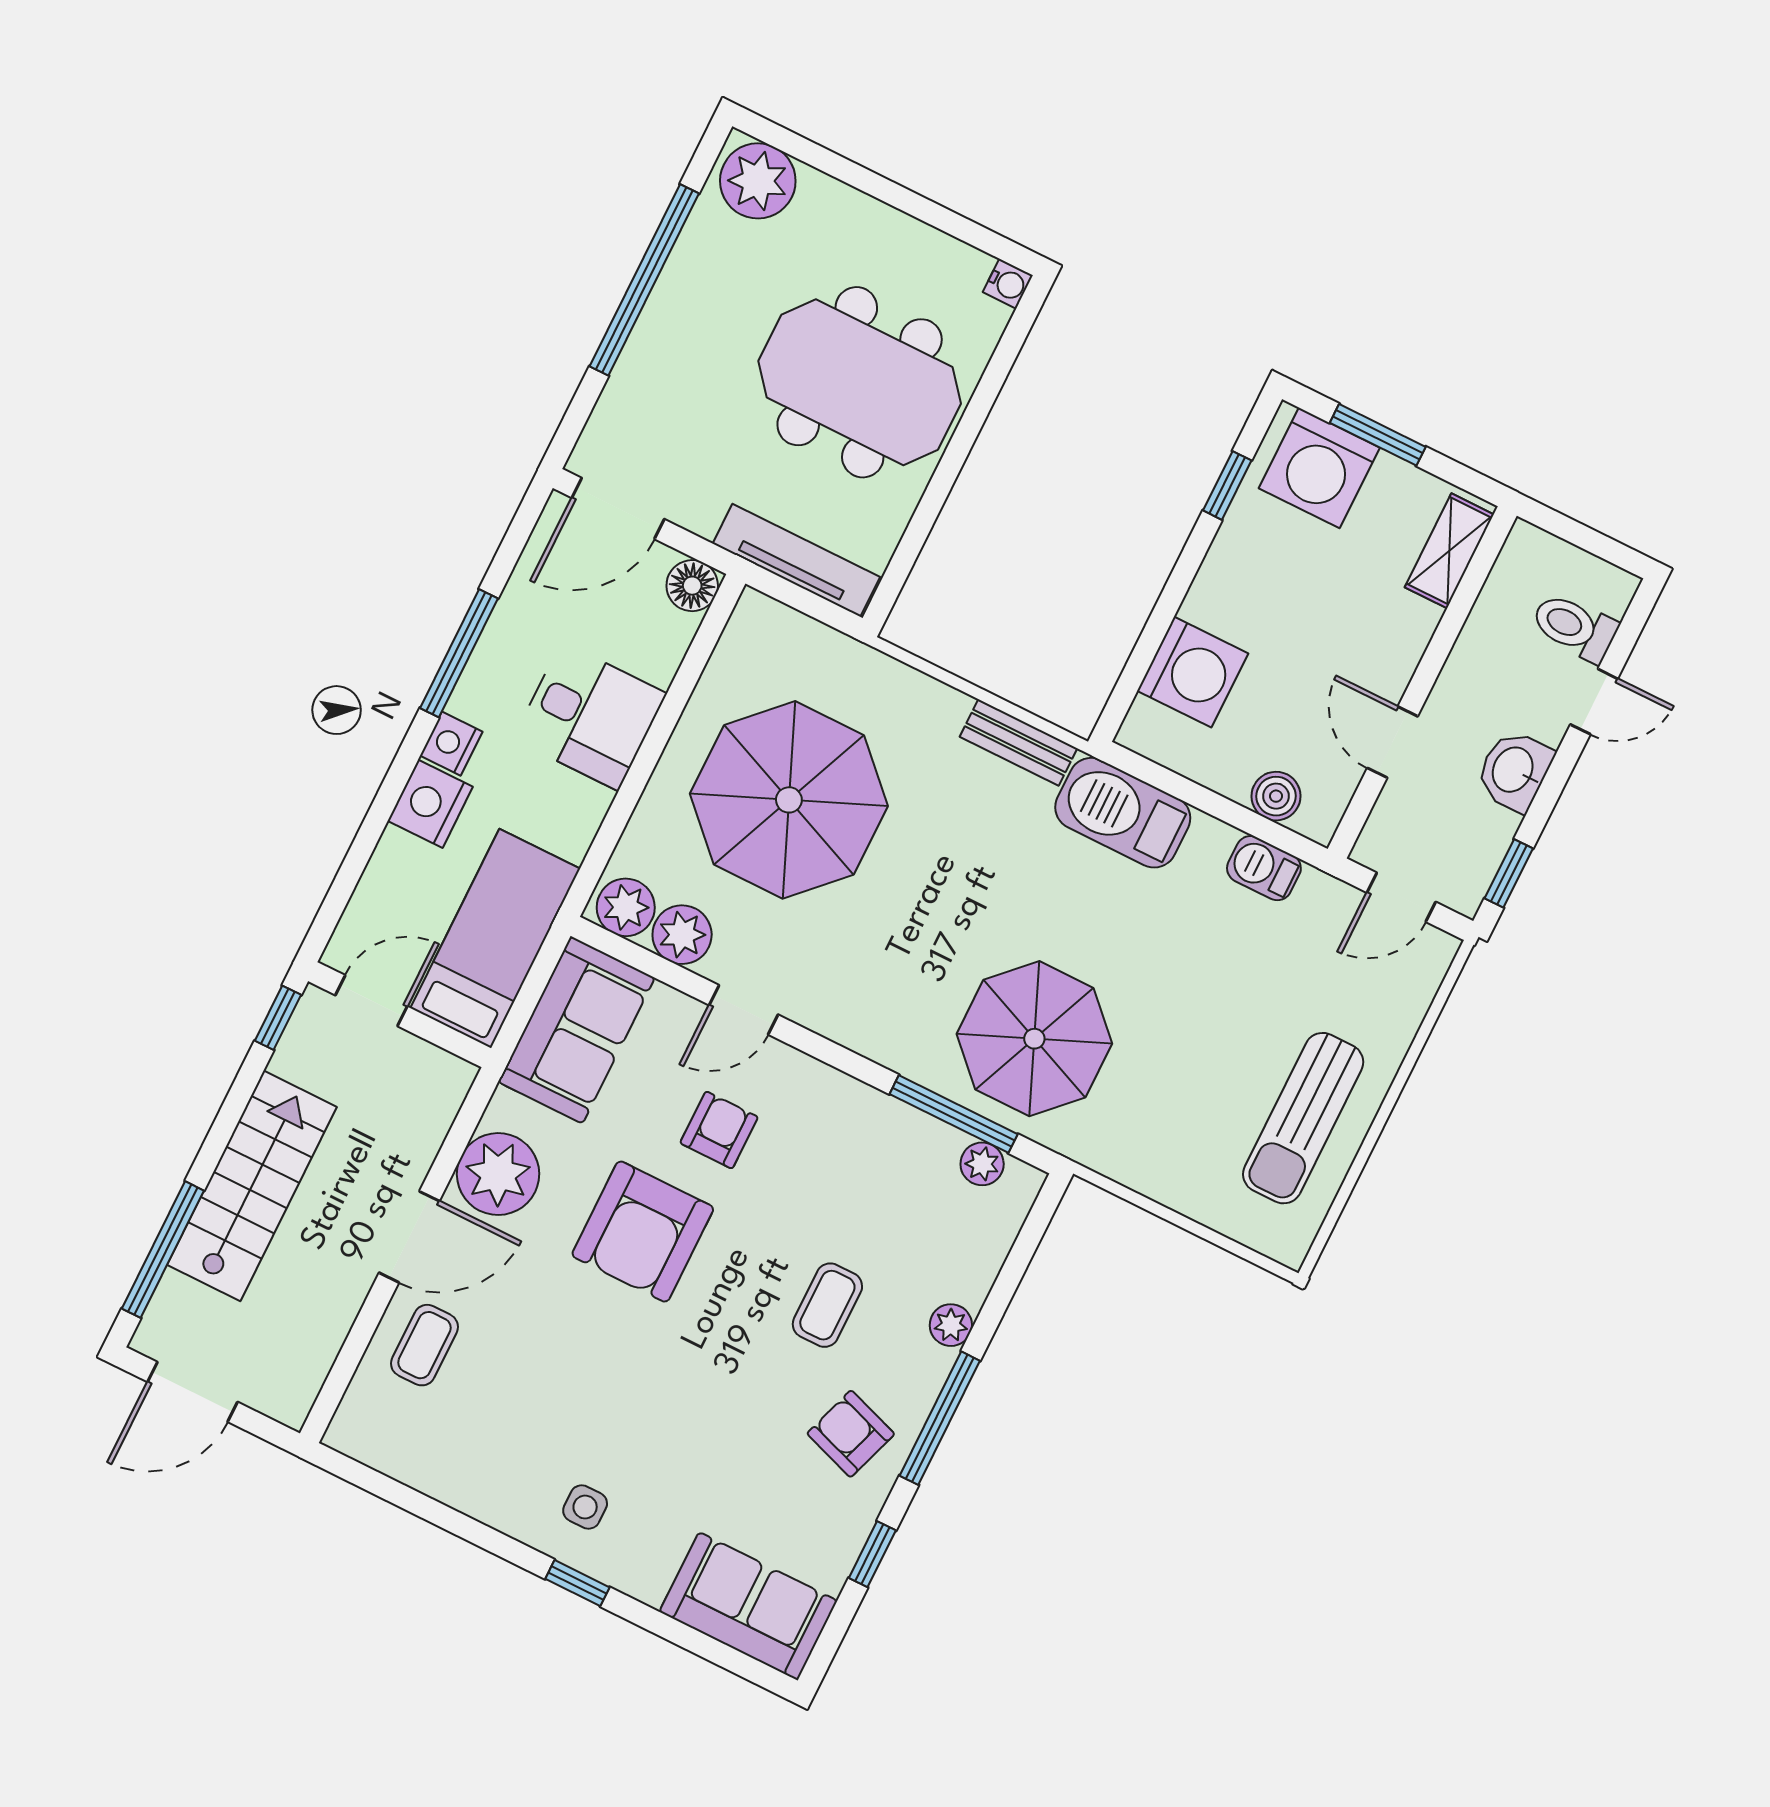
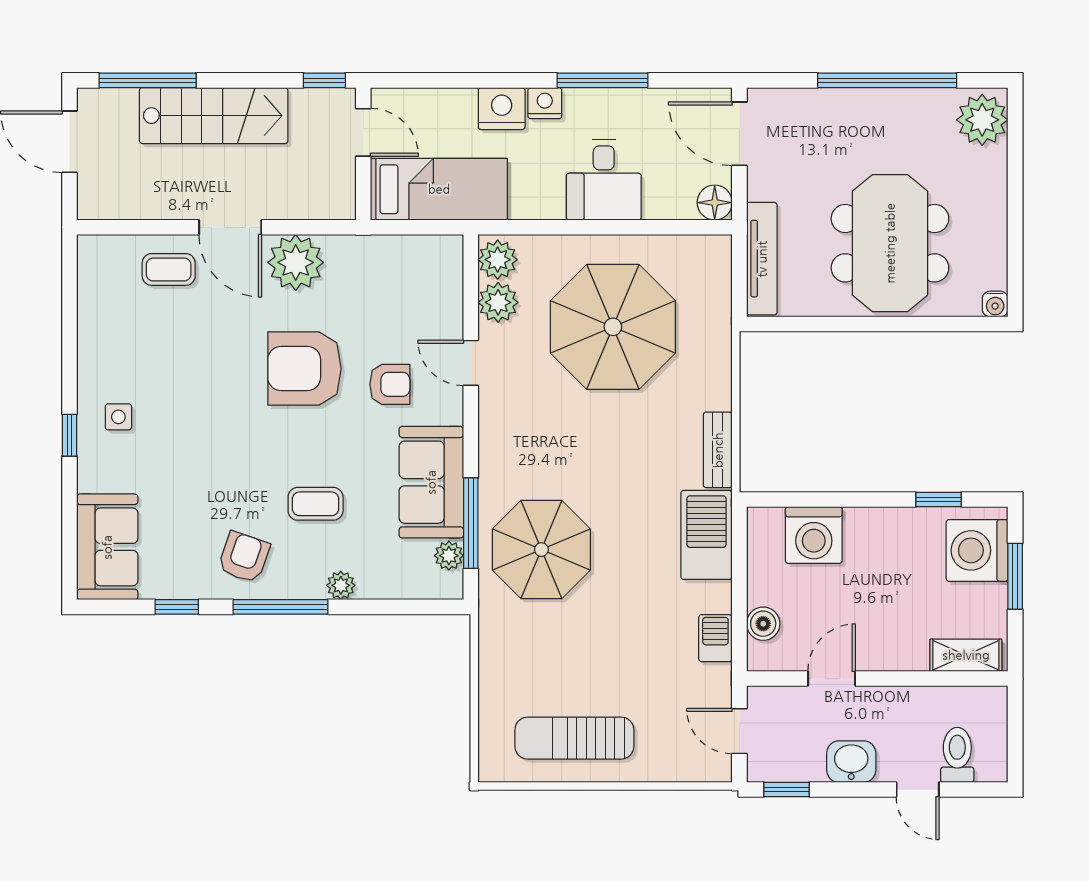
sofa: (576, 1030) -> (431, 482), moved, turned 90

